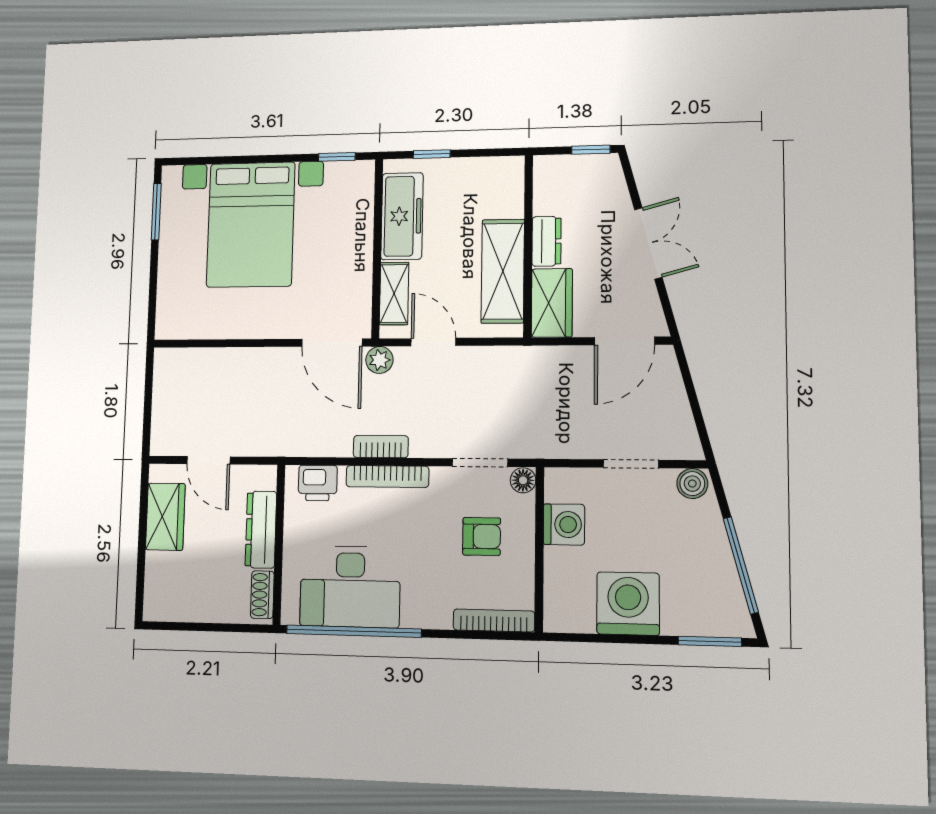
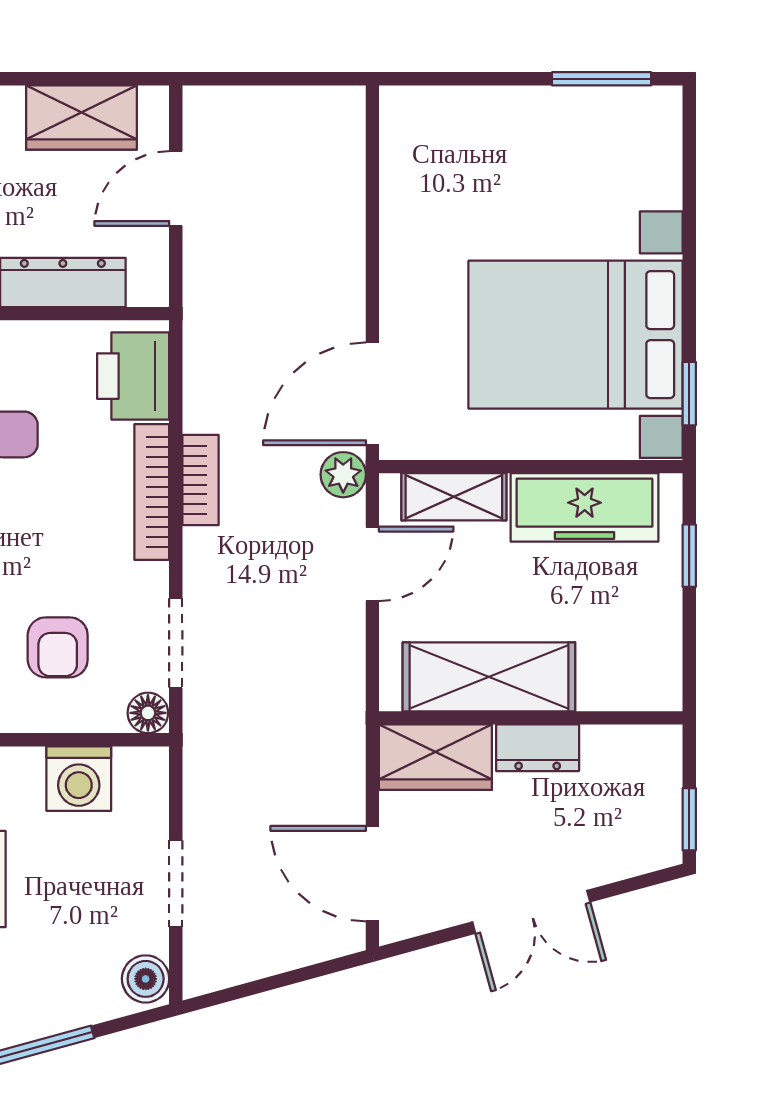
bed with nightstands: (251, 225) -> (576, 335), moved
printer: (318, 483) -> (133, 376), width x1.36, depth x1.24

